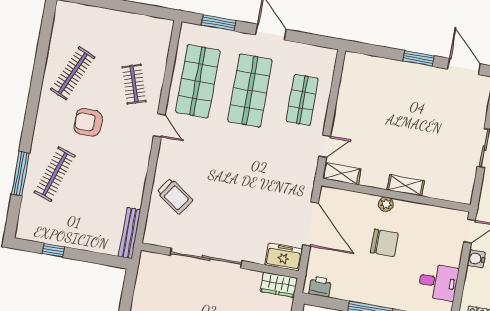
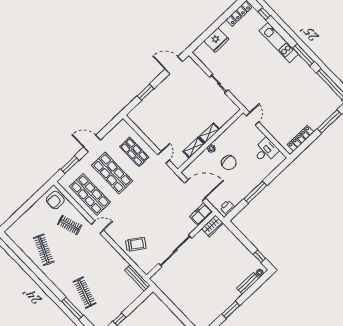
window: (419, 58) -> (146, 92), moved
armchair: (88, 122) -> (55, 200), moved
shelving: (342, 174) -> (194, 148), moved
chair: (384, 243) -> (229, 163), turned 90
water cooler: (476, 259) -> (268, 125), removed

